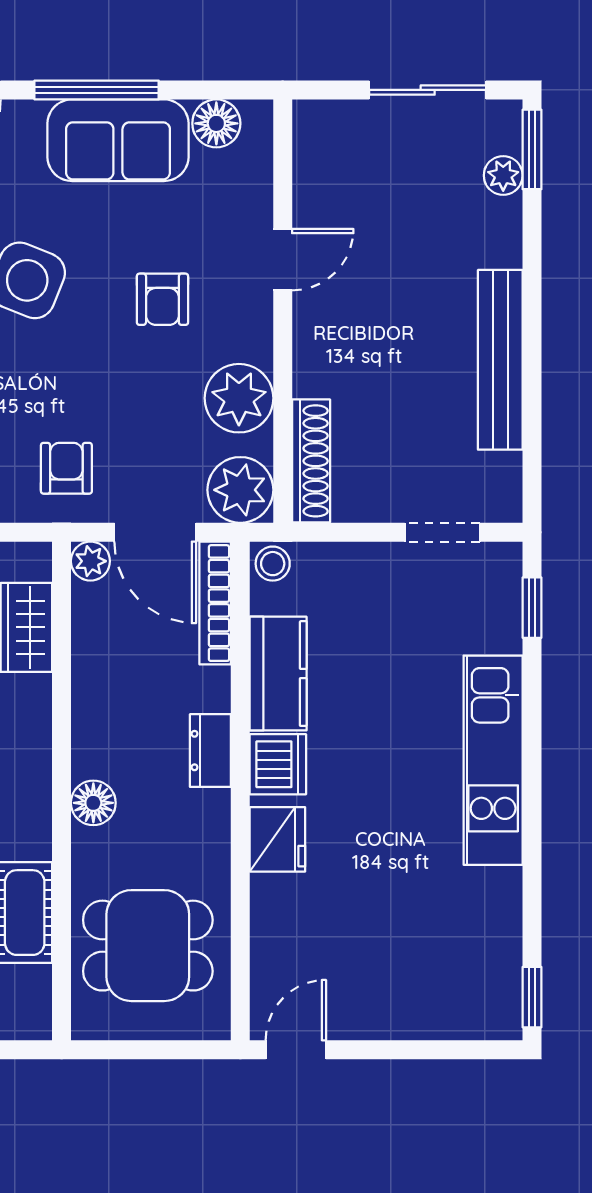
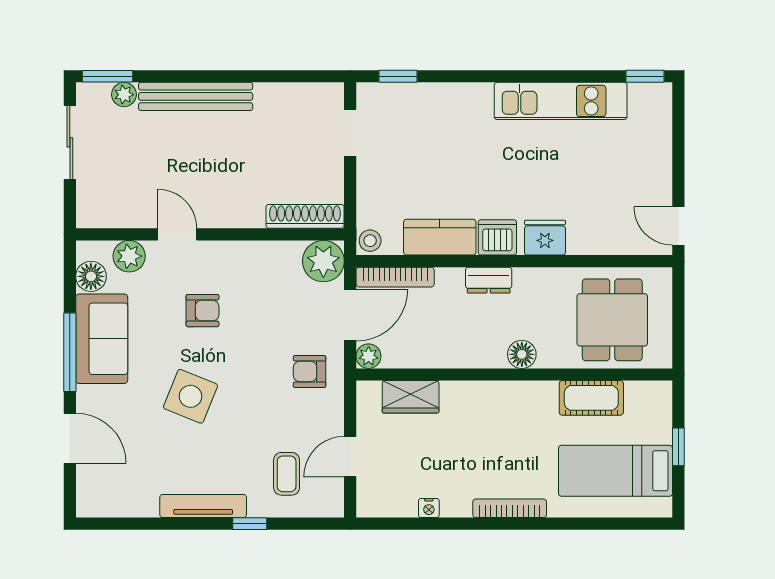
bench: (500, 360) -> (196, 96), moved
plant: (239, 398) -> (129, 256), moved, width x0.73, depth x0.73
kitchen unit: (493, 760) -> (561, 101), moved

